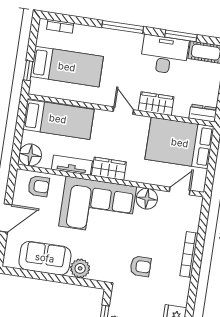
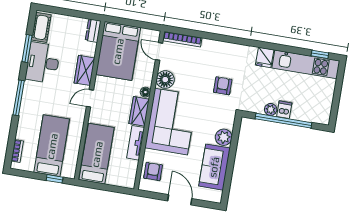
floor lamp: (30, 155) -> (145, 92), moved, width x0.53, depth x0.53
bookcase: (189, 255) -> (182, 39), moved

